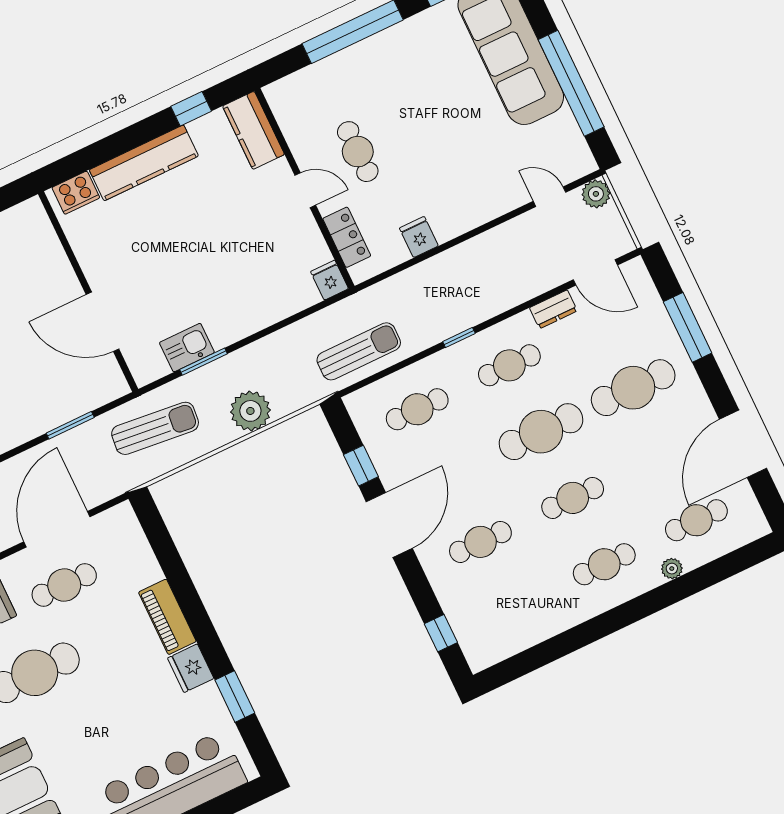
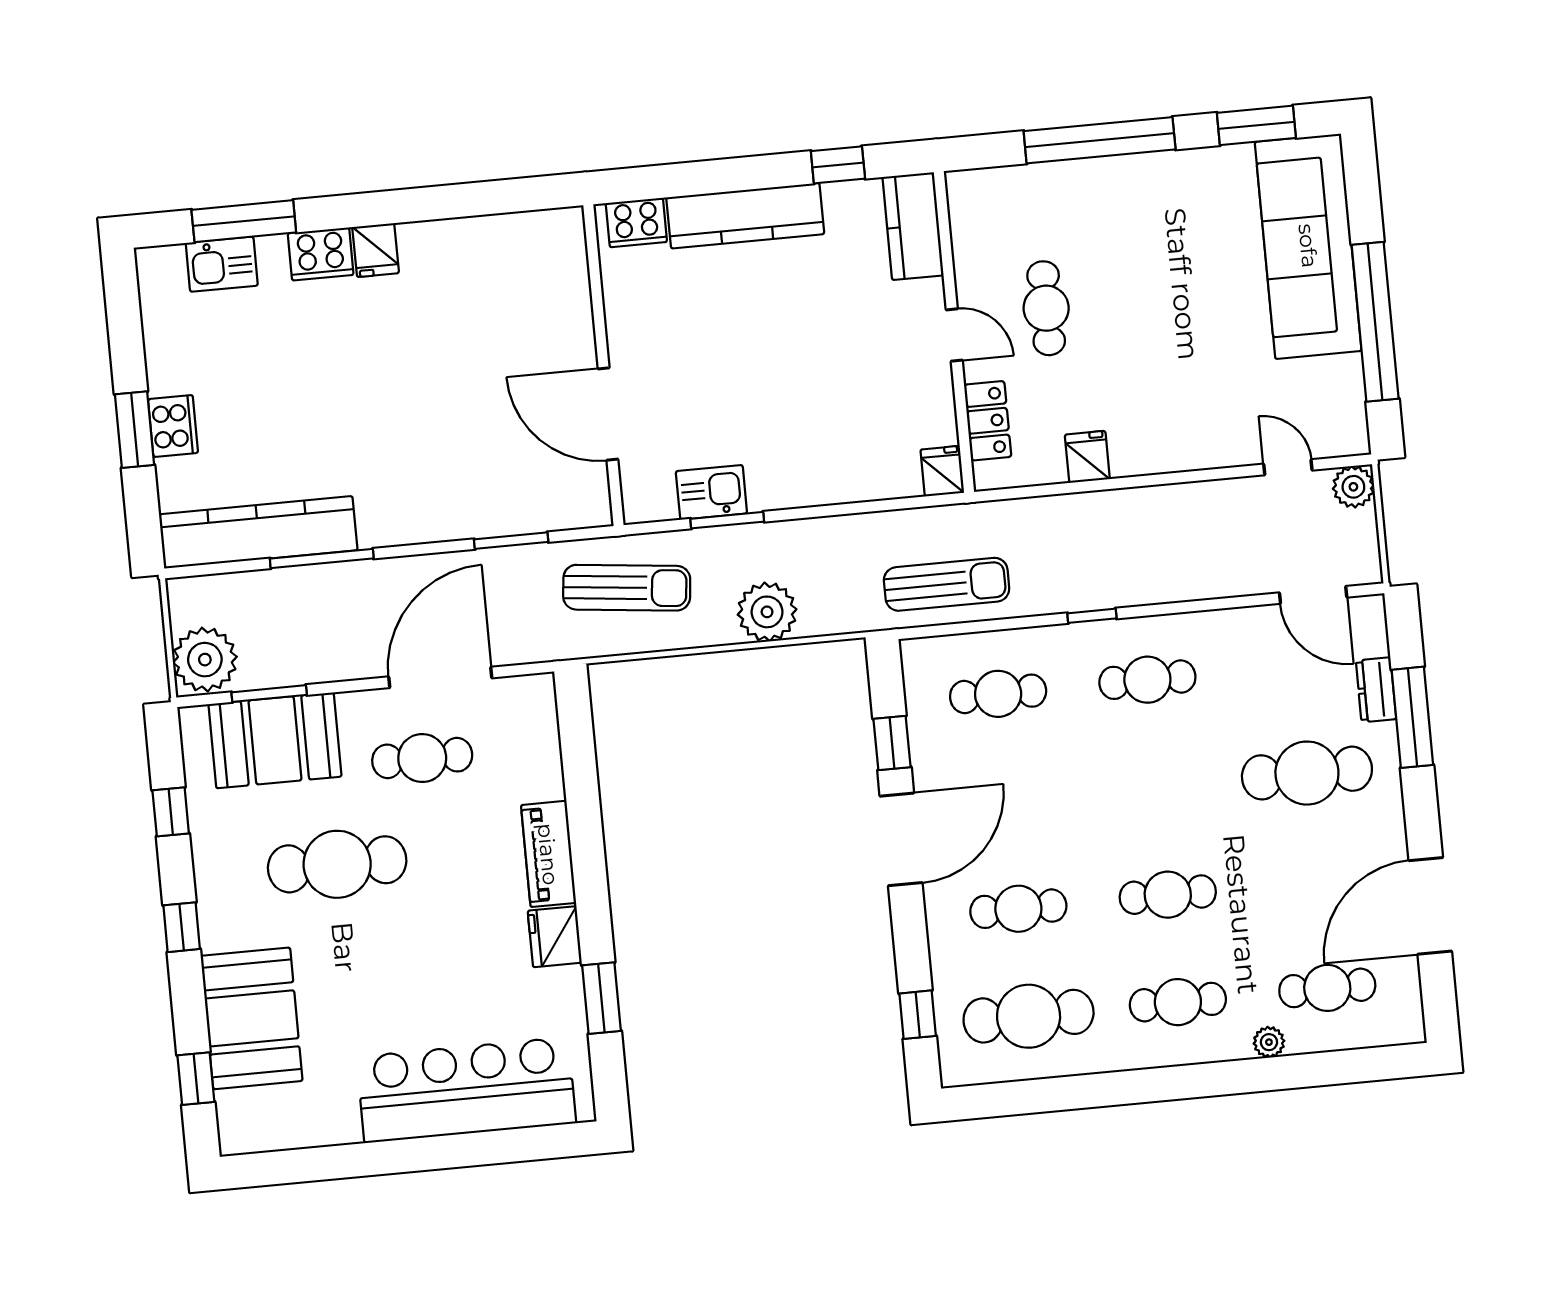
dresser: (553, 309) -> (1376, 690), moved, turned 90
cafe table: (541, 432) -> (1029, 1016), moved

